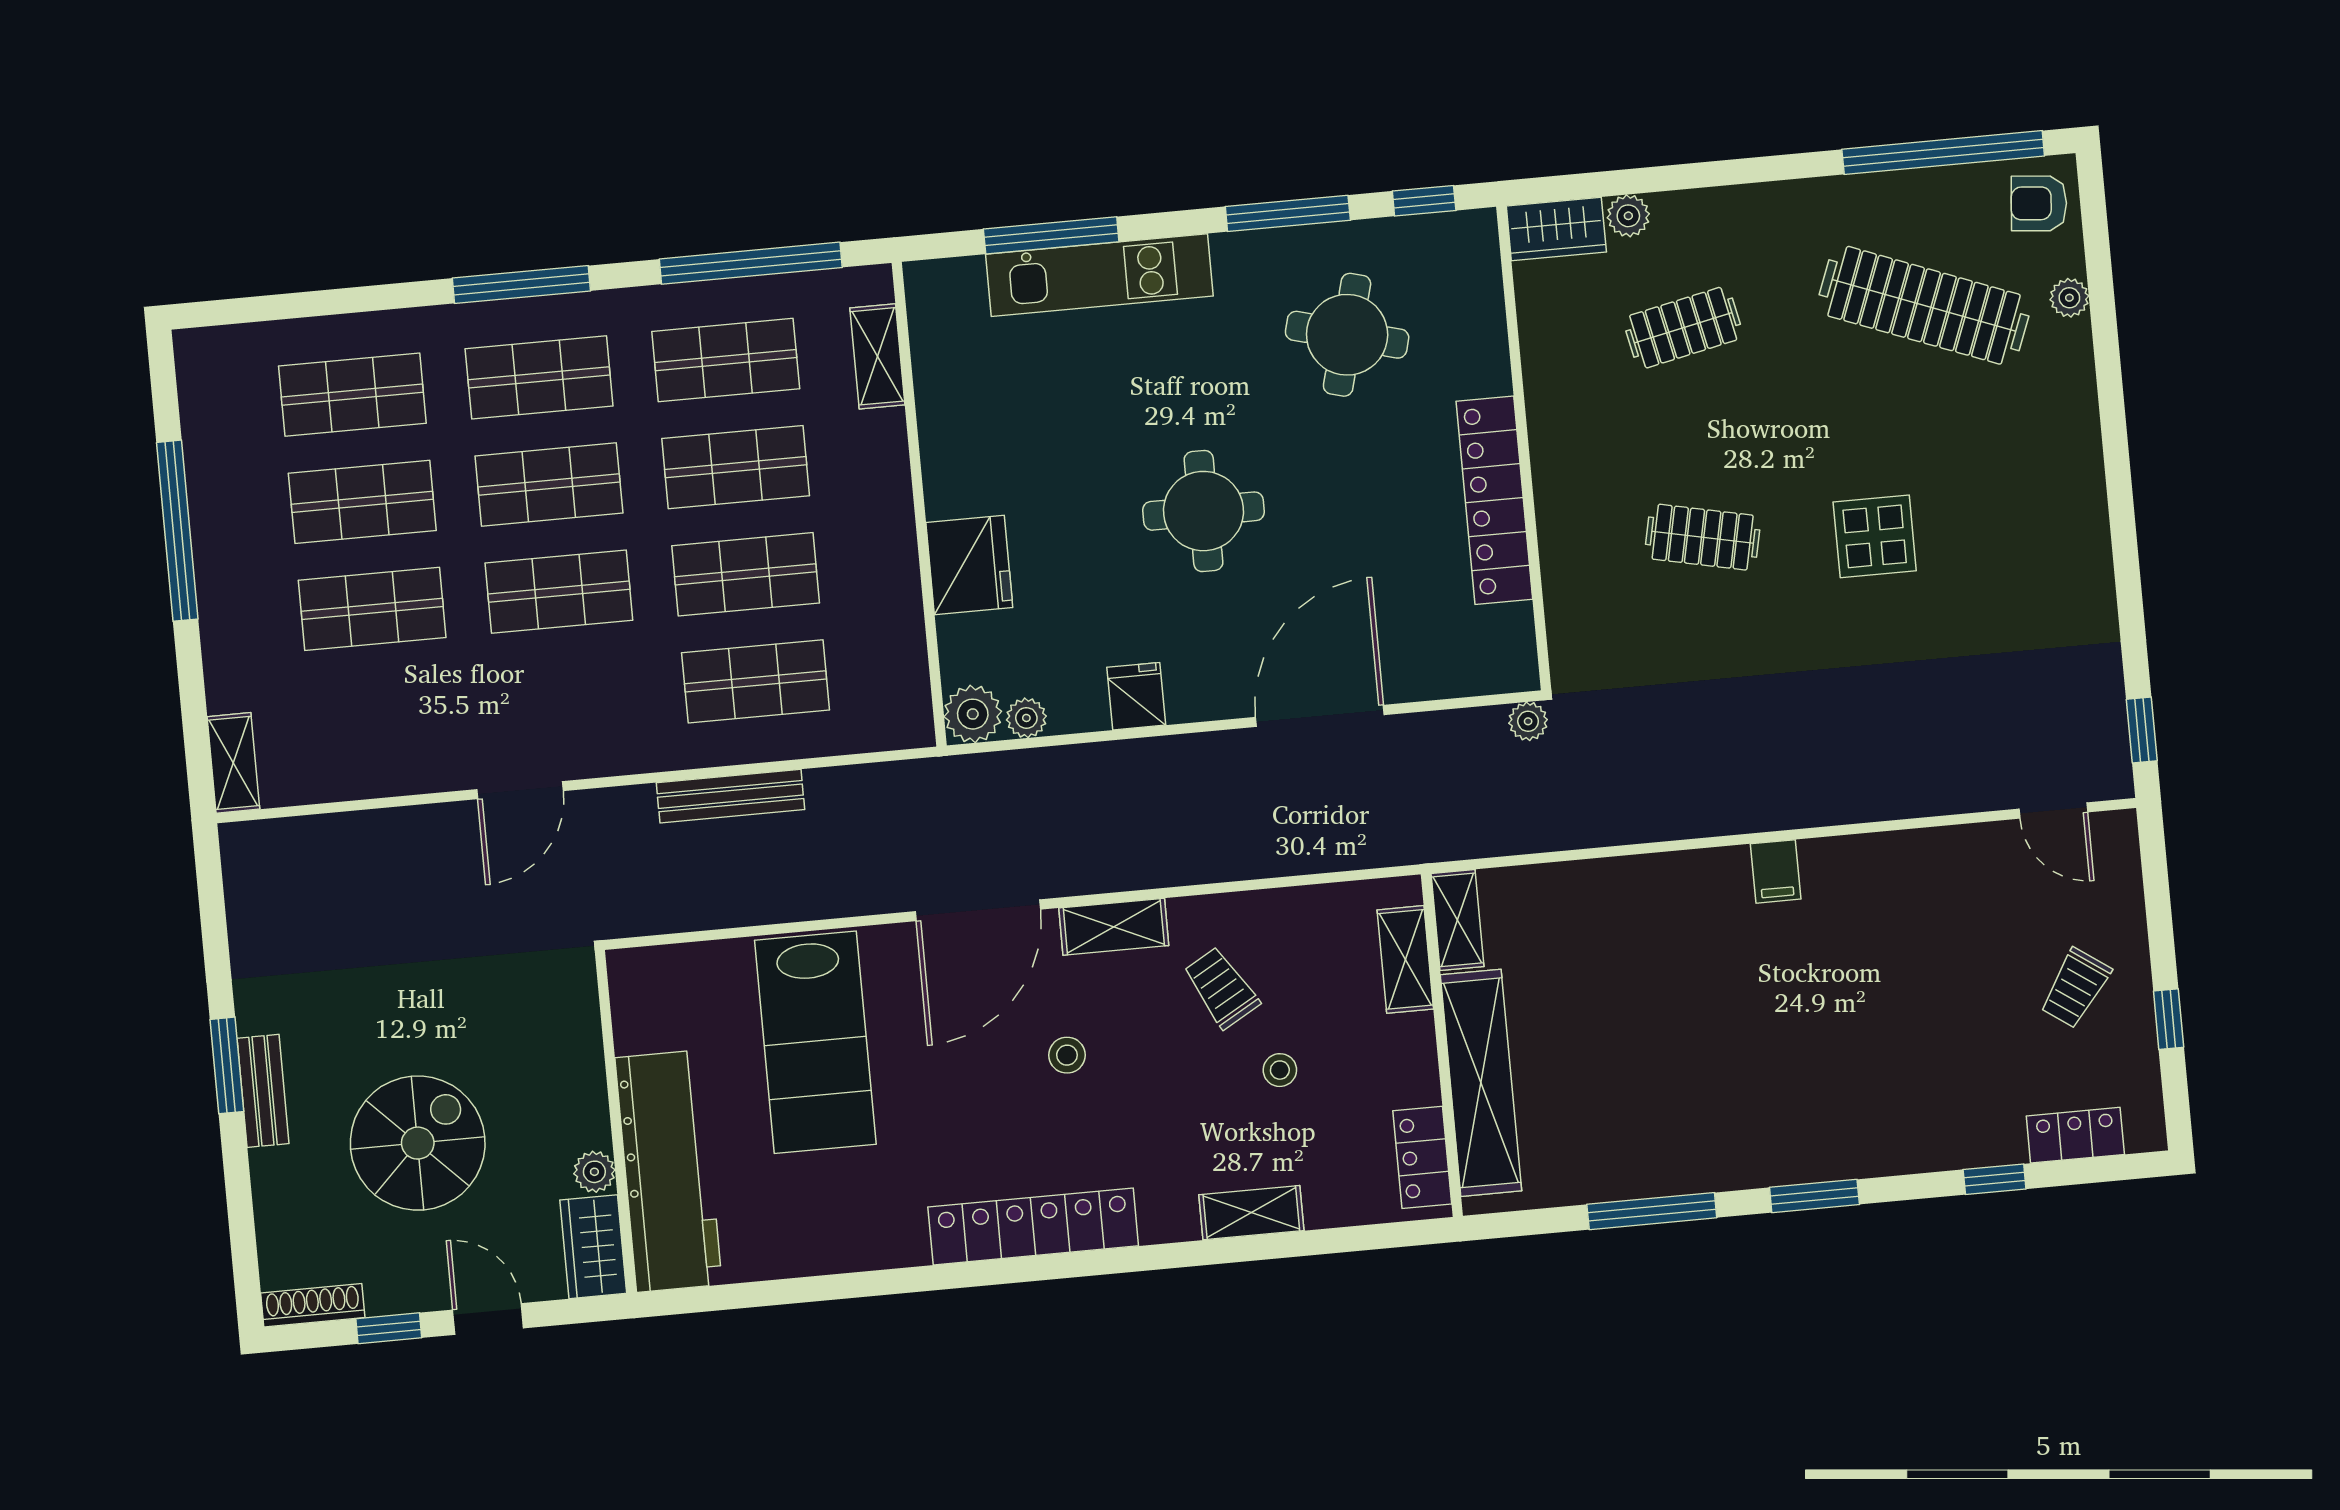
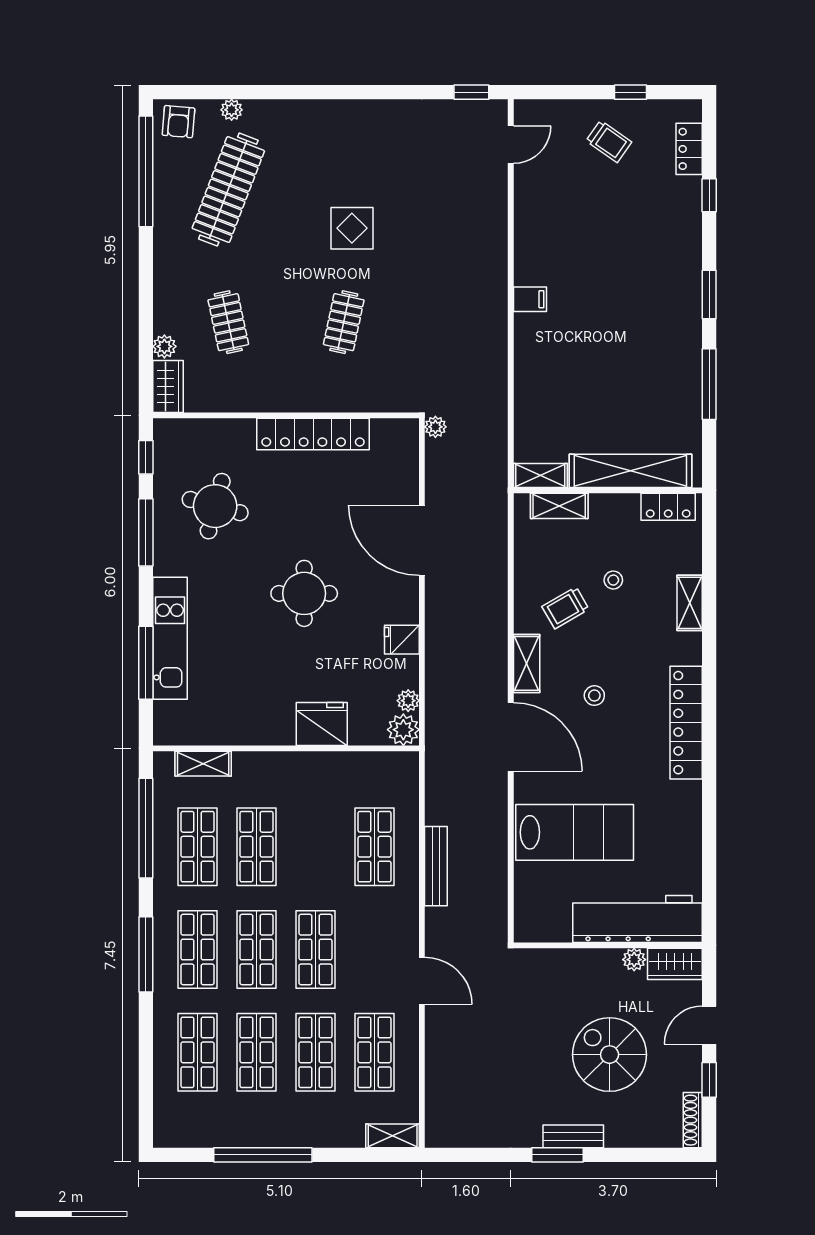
shop shelf: (746, 574) -> (375, 1052), moved

